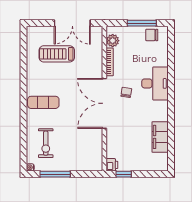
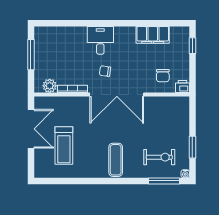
chair: (152, 35) -> (163, 76), moved
desk: (155, 83) -> (100, 40), width x0.73
window: (24, 148) -> (164, 181), added
window: (55, 174) -> (192, 147), width x0.69
window: (124, 174) -> (192, 46), moved

